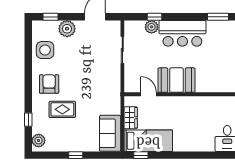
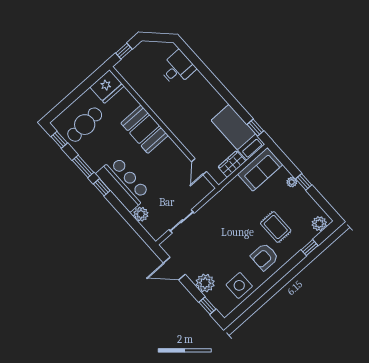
window: (154, 17) -> (102, 187), moved
booth: (177, 80) -> (145, 129), moved
plant: (83, 147) -> (292, 182), added

